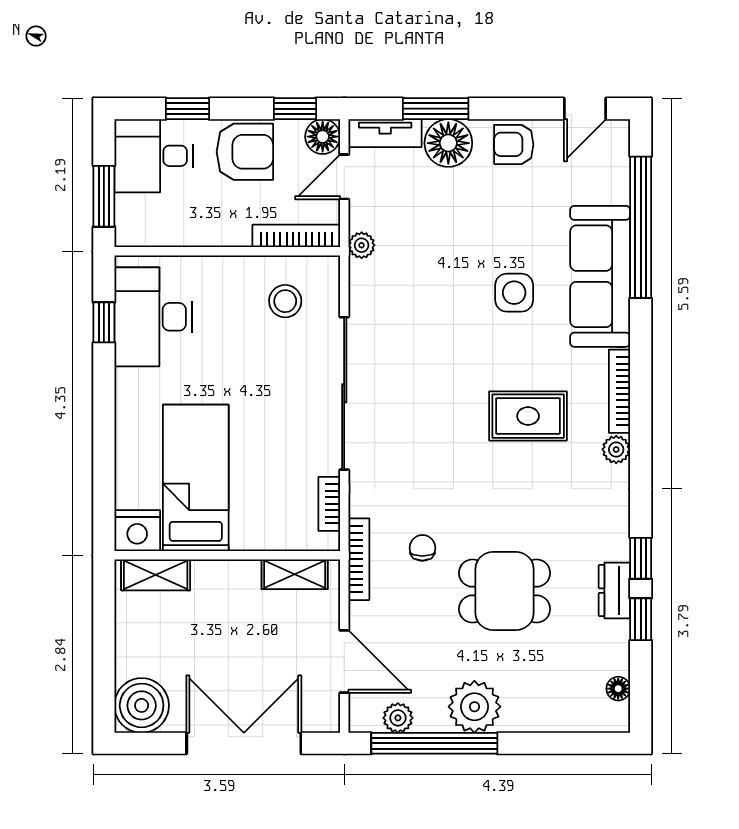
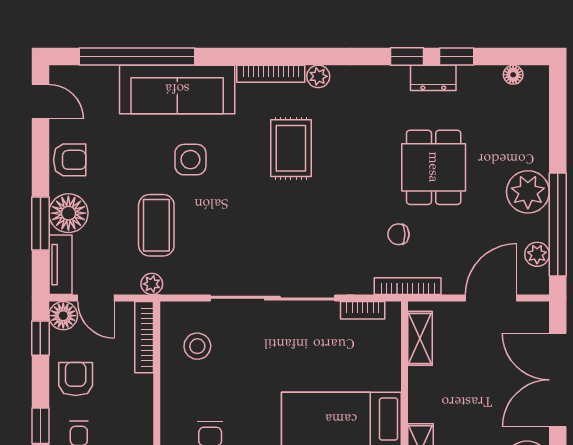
armchair: (514, 144) -> (70, 160), turned -90
armchair: (245, 152) -> (76, 379), width x0.72, depth x0.72
coffee table: (434, 251) -> (156, 225), added

